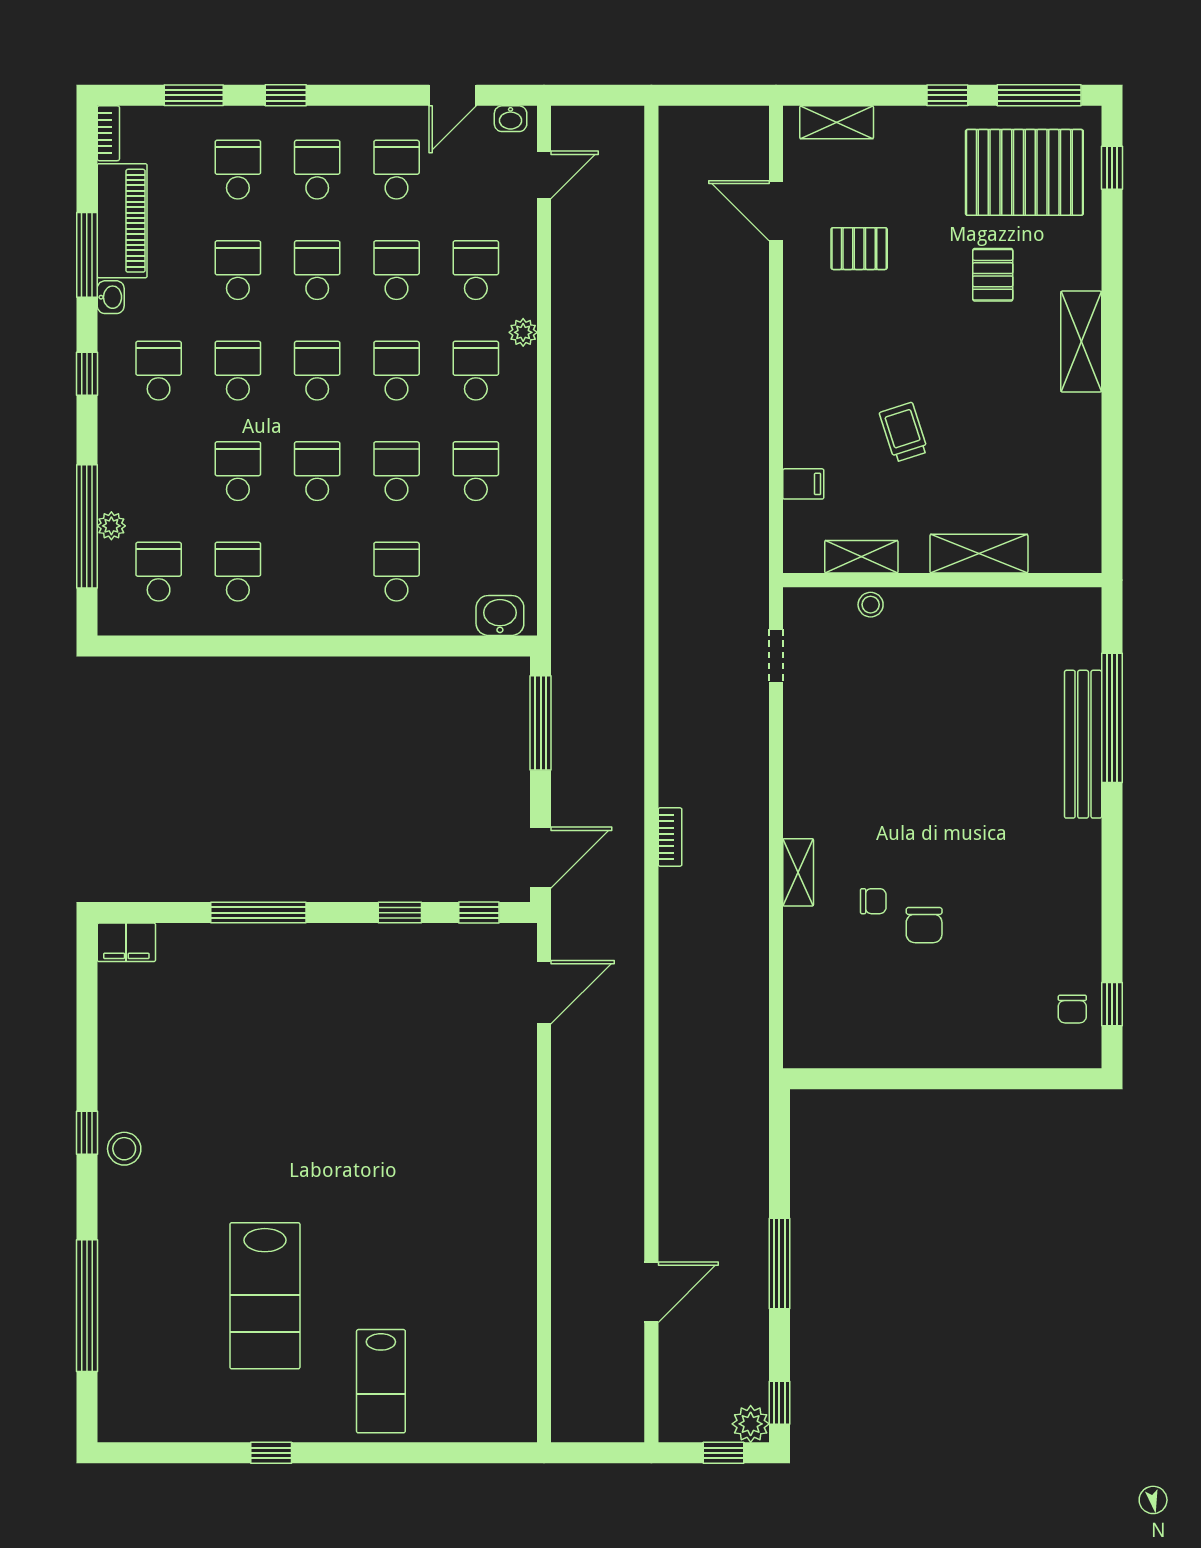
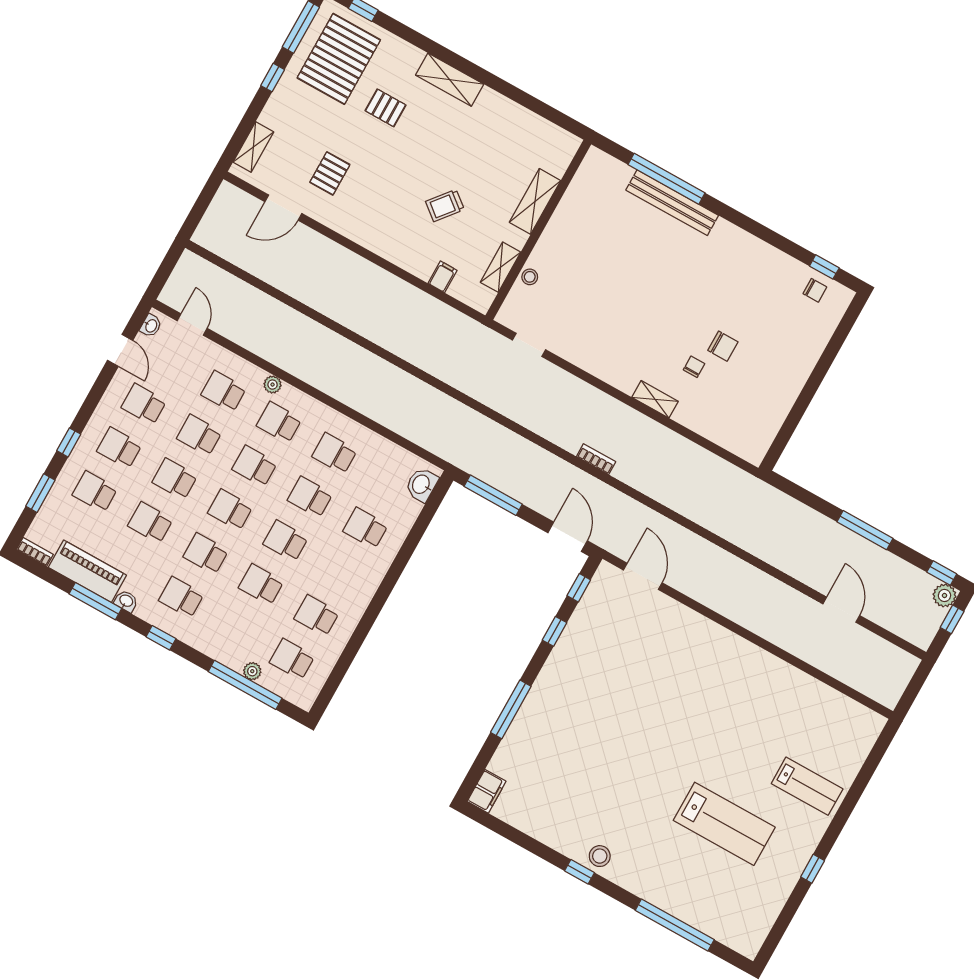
trolley: (904, 432) -> (445, 205), turned -33

